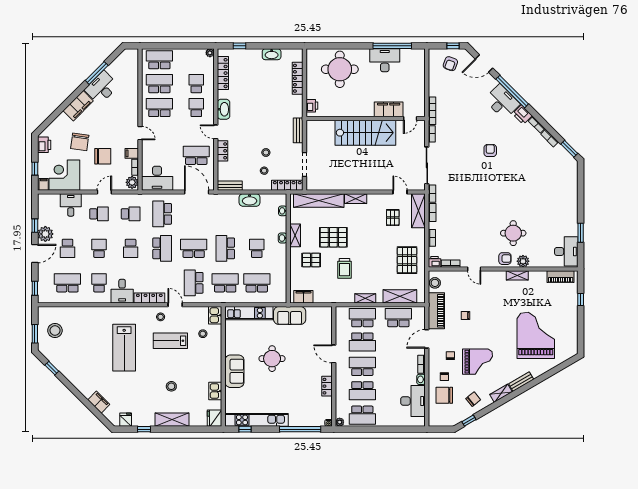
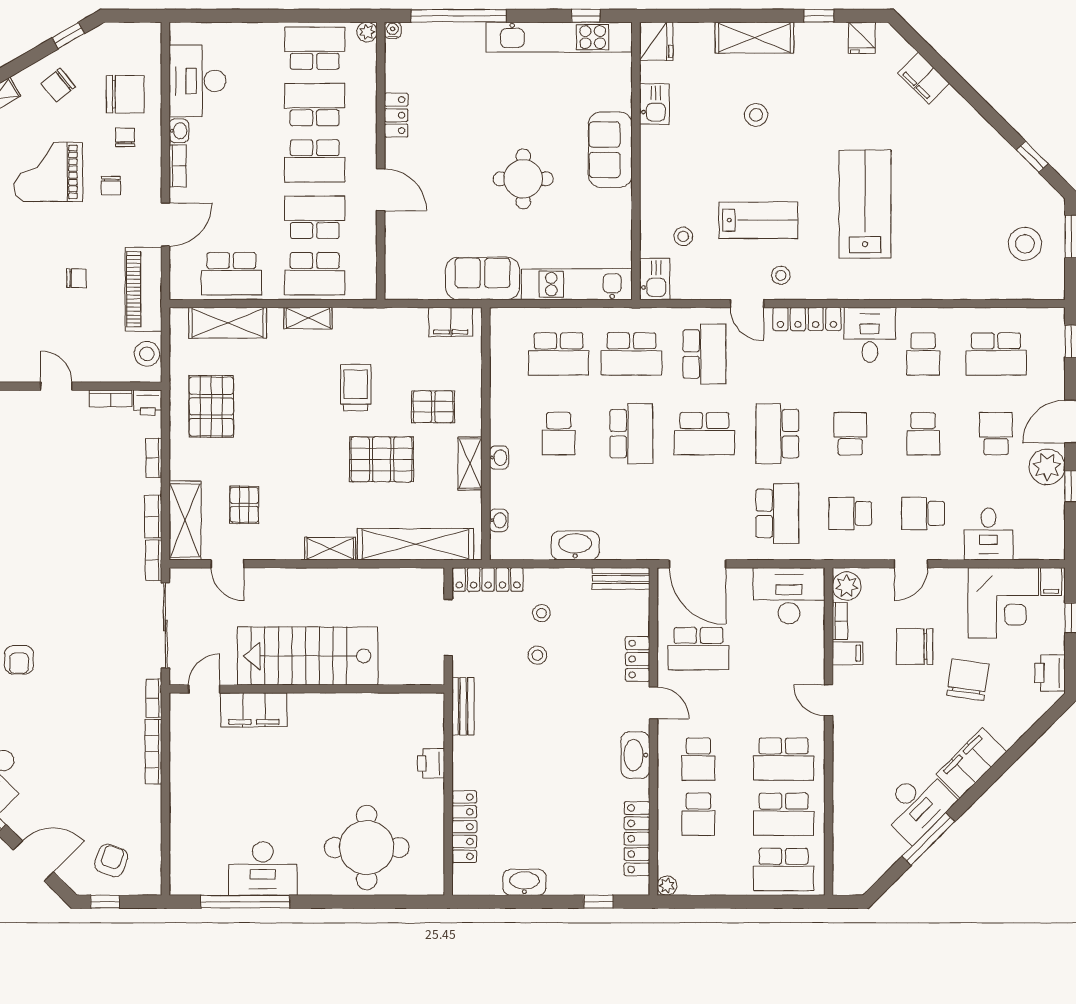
filing cabinet: (389, 109) -> (254, 710), moved
wall: (366, 118) -> (307, 689), moved
door: (410, 118) -> (204, 689), moved
stairs: (365, 133) -> (308, 656), moved

